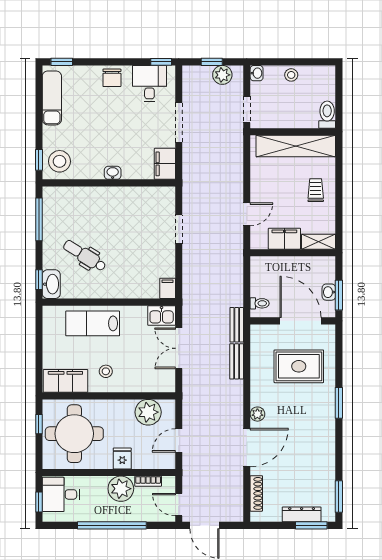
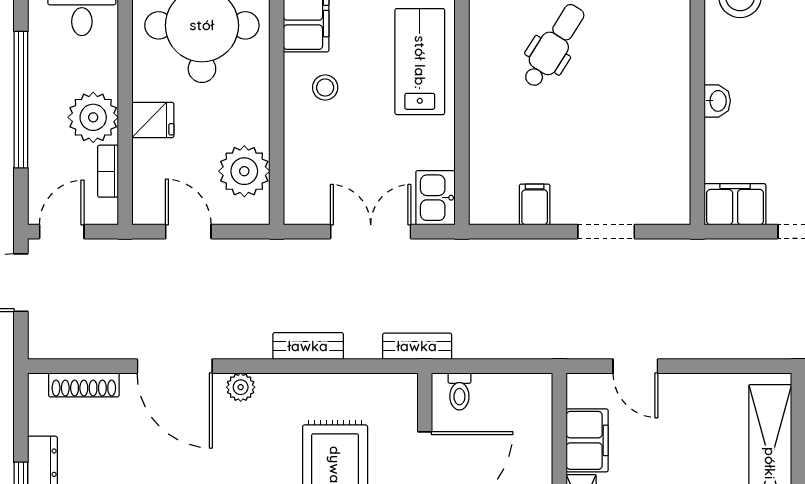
filing cabinet: (168, 288) -> (535, 204), moved, turned -90
bench: (237, 361) -> (308, 346), moved

